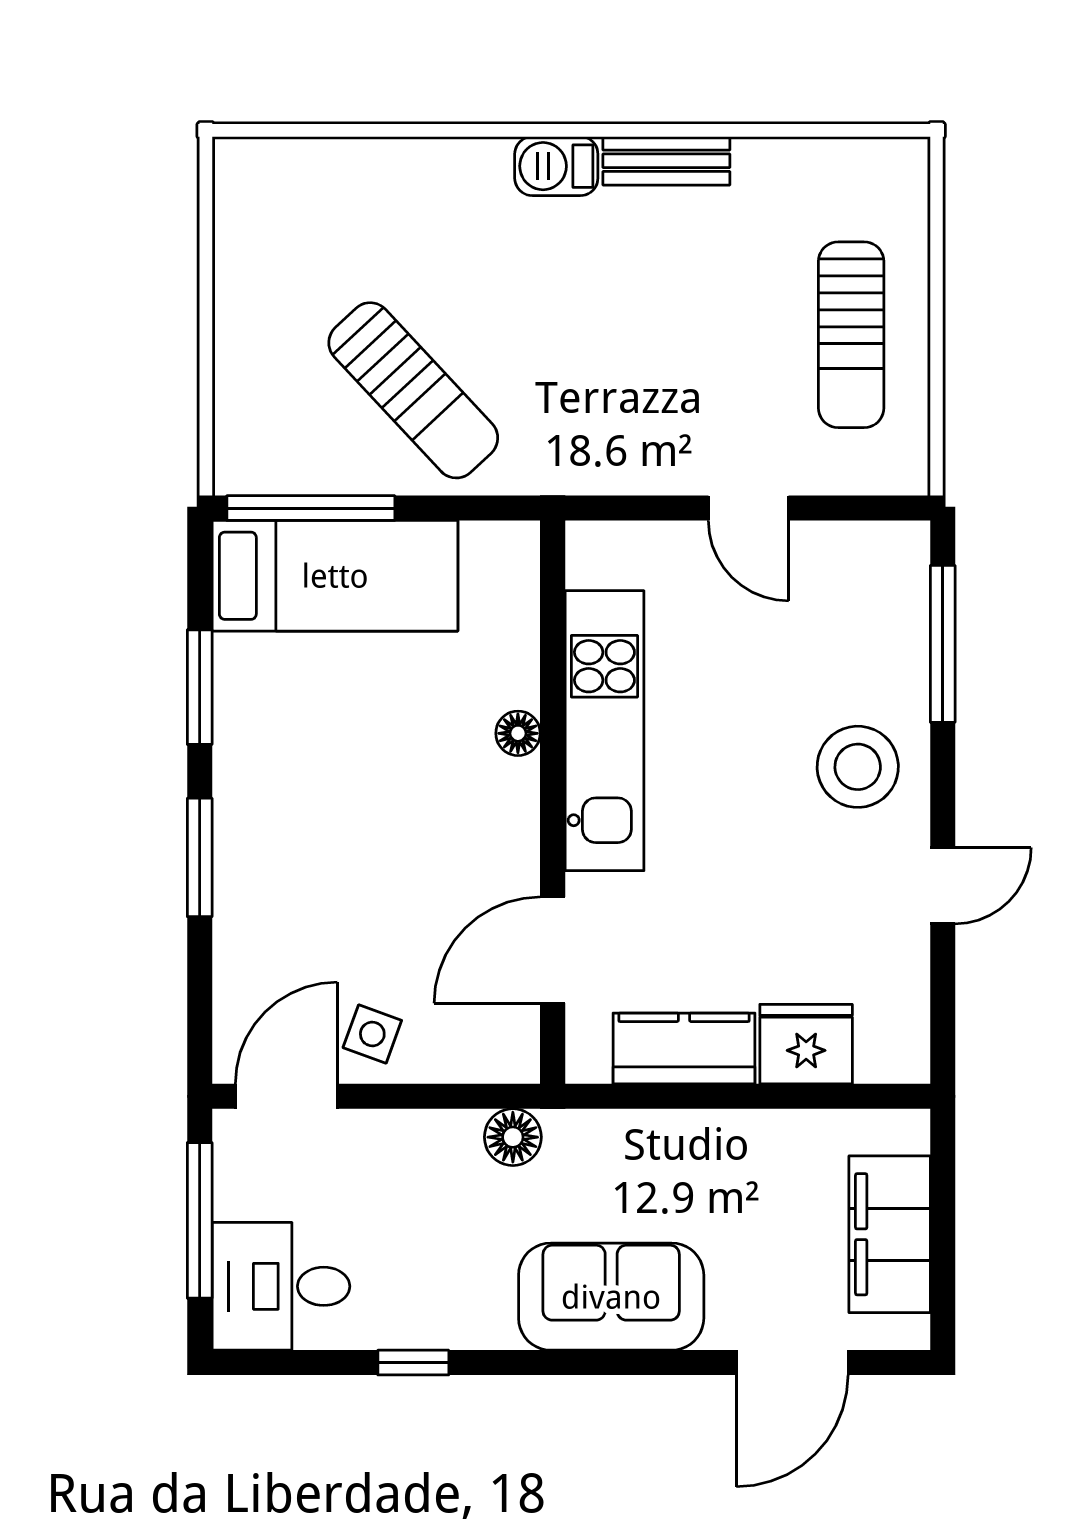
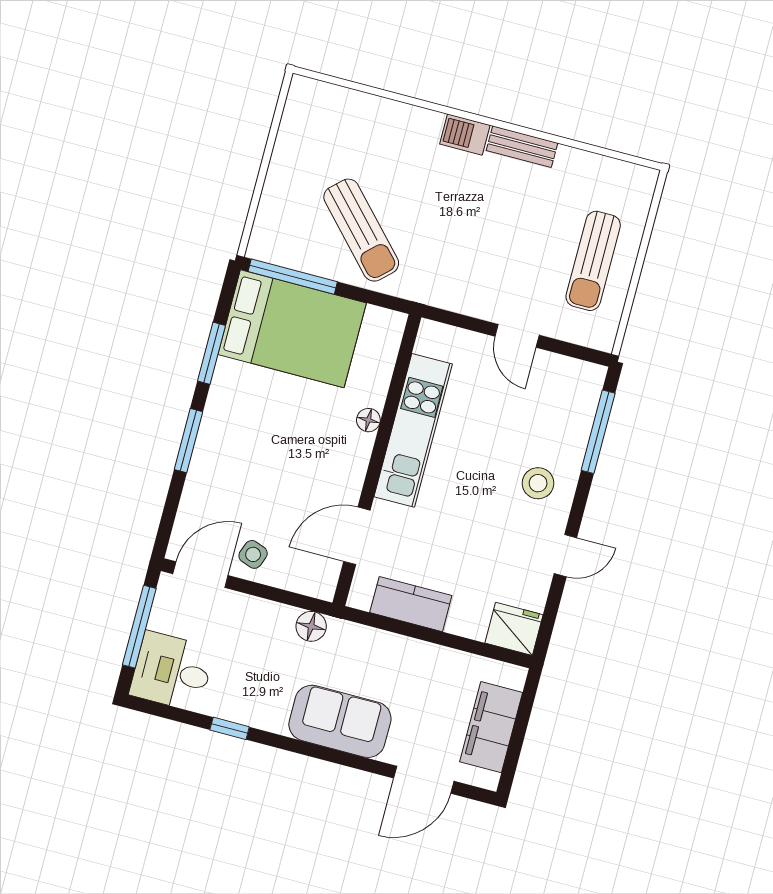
bed: (335, 576) -> (292, 329), width x1.50
stool: (858, 767) -> (538, 483), width x0.73, depth x0.73
fridge: (806, 1044) -> (514, 629), moved

